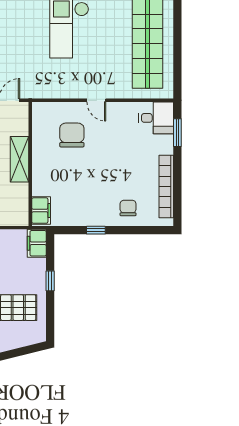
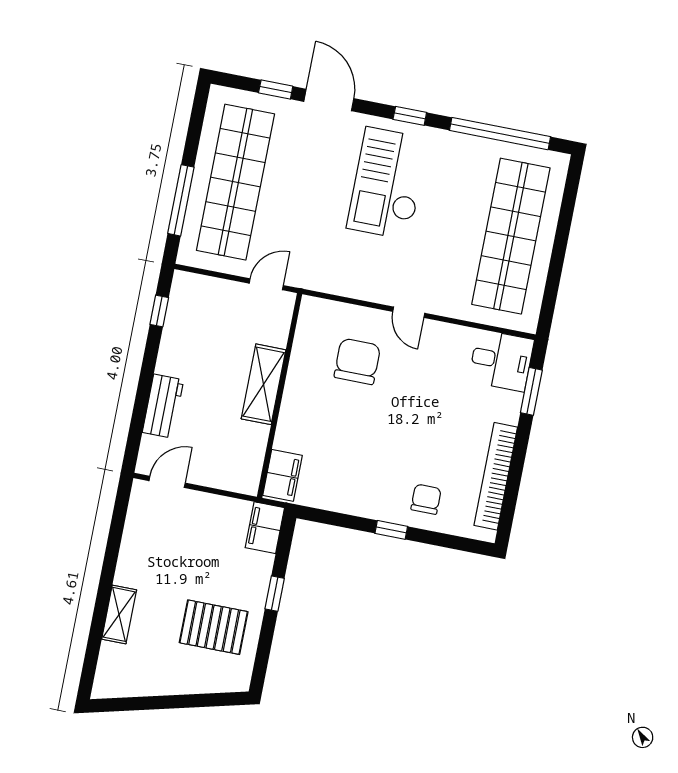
window: (96, 230) -> (391, 530), moved

